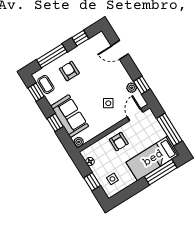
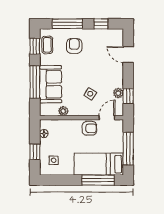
window: (55, 123) -> (35, 82), width x2.17
plant: (79, 142) -> (63, 111), moved
armchair: (119, 142) -> (89, 128), moved, turned -90

